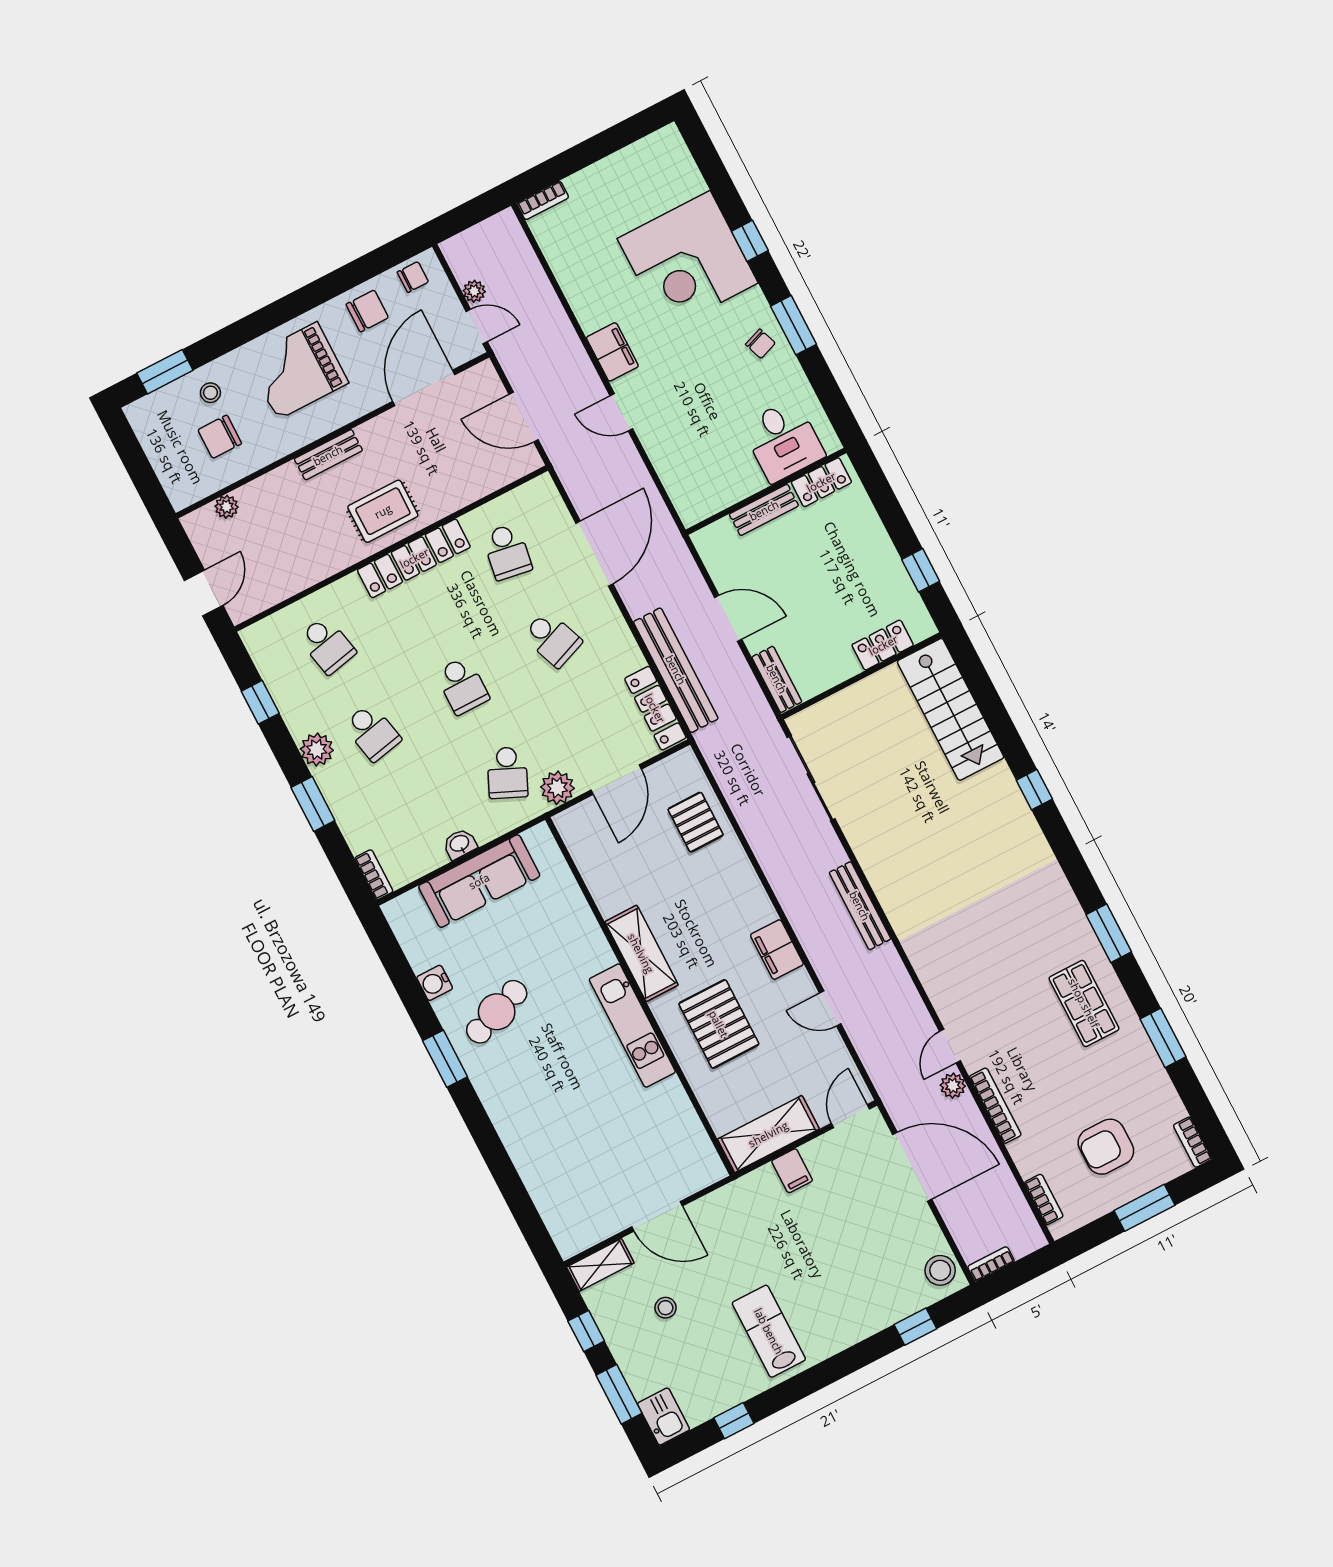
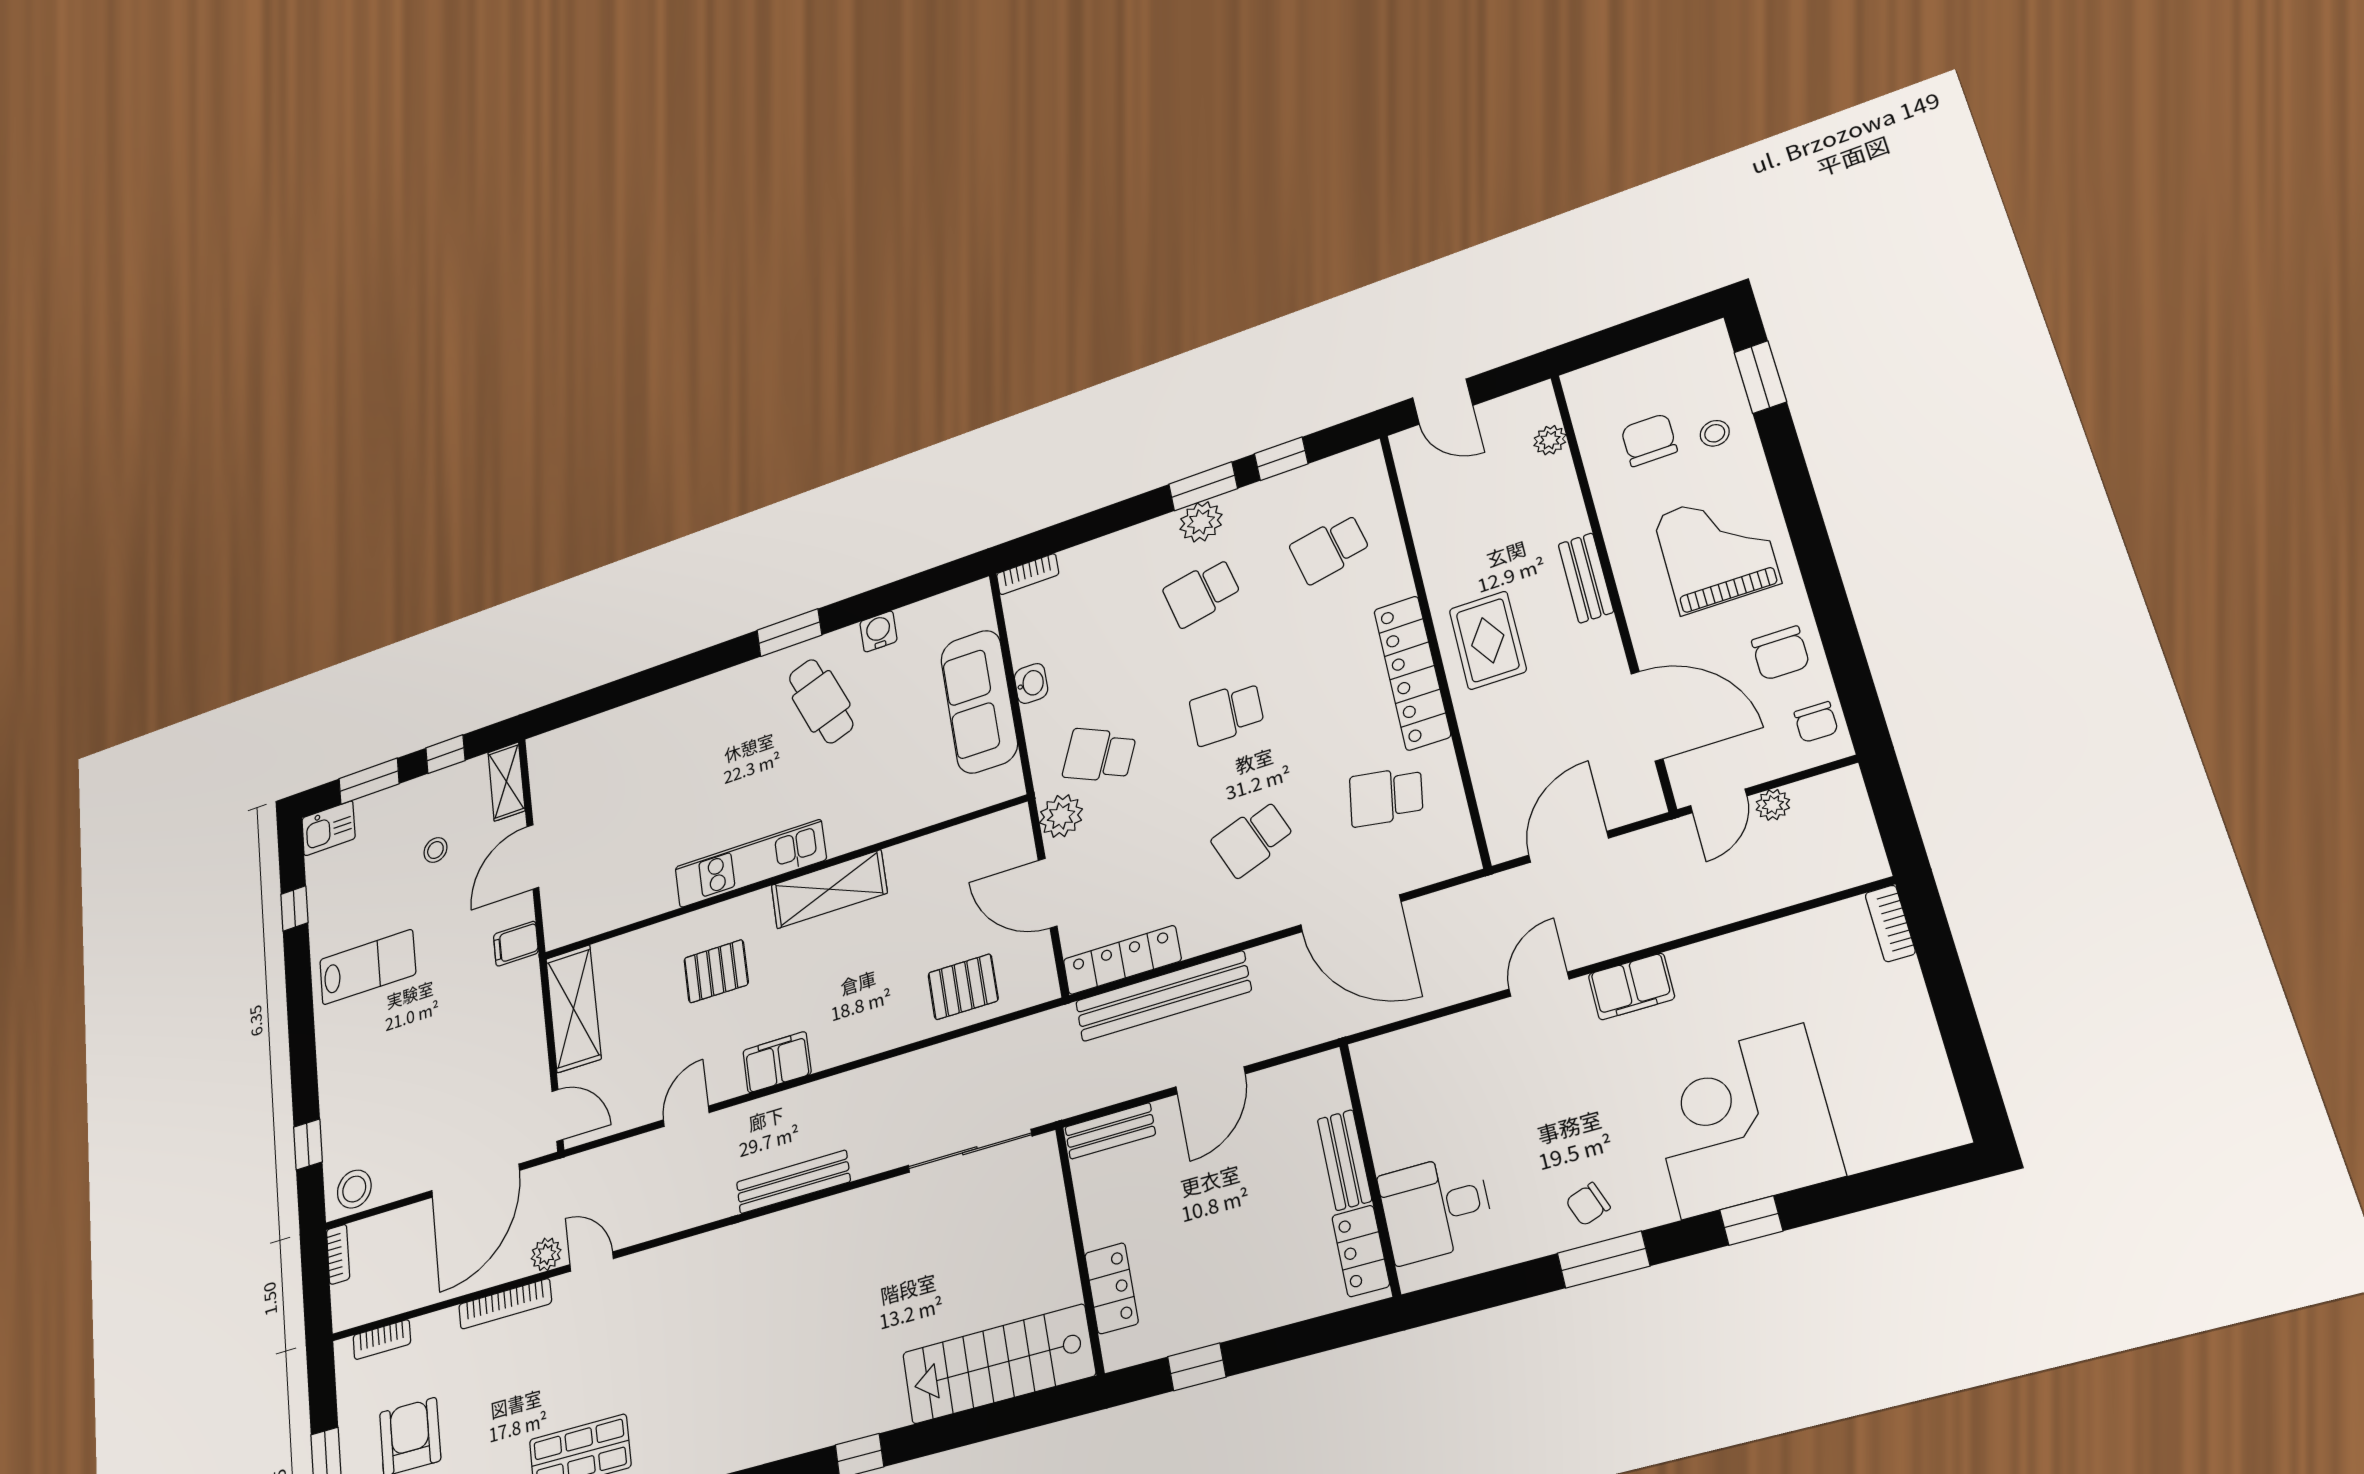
window: (313, 804) -> (1203, 486), moved
pallet: (719, 1024) -> (716, 971), width x0.67, depth x0.71
filing cabinet: (792, 1171) -> (516, 944), moved

